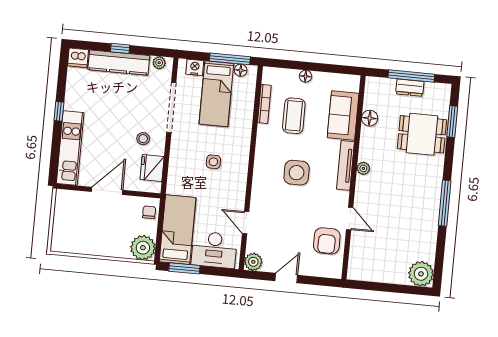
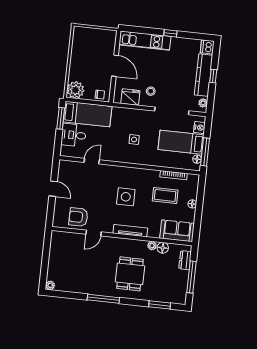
dresser: (410, 88) -> (185, 260), moved
sofa: (343, 115) -> (177, 231), moved
dining table: (422, 134) -> (130, 274), moved
plant: (363, 168) -> (152, 246), moved
desk: (214, 250) -> (74, 135), width x0.73
plant: (253, 262) -> (65, 166), removed
plant: (421, 274) -> (50, 285), width x0.53, depth x0.53

